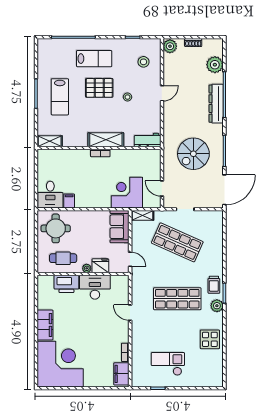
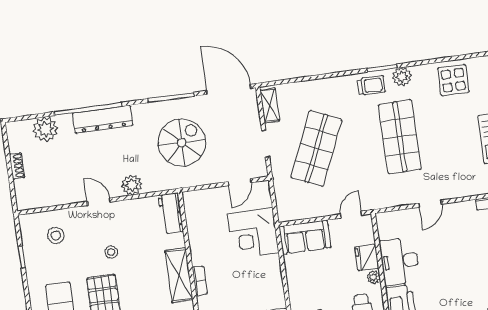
plant: (170, 46) -> (132, 185), moved
spiral stairs: (193, 154) -> (182, 143), turned -90
shelving: (143, 215) -> (270, 105), moved

